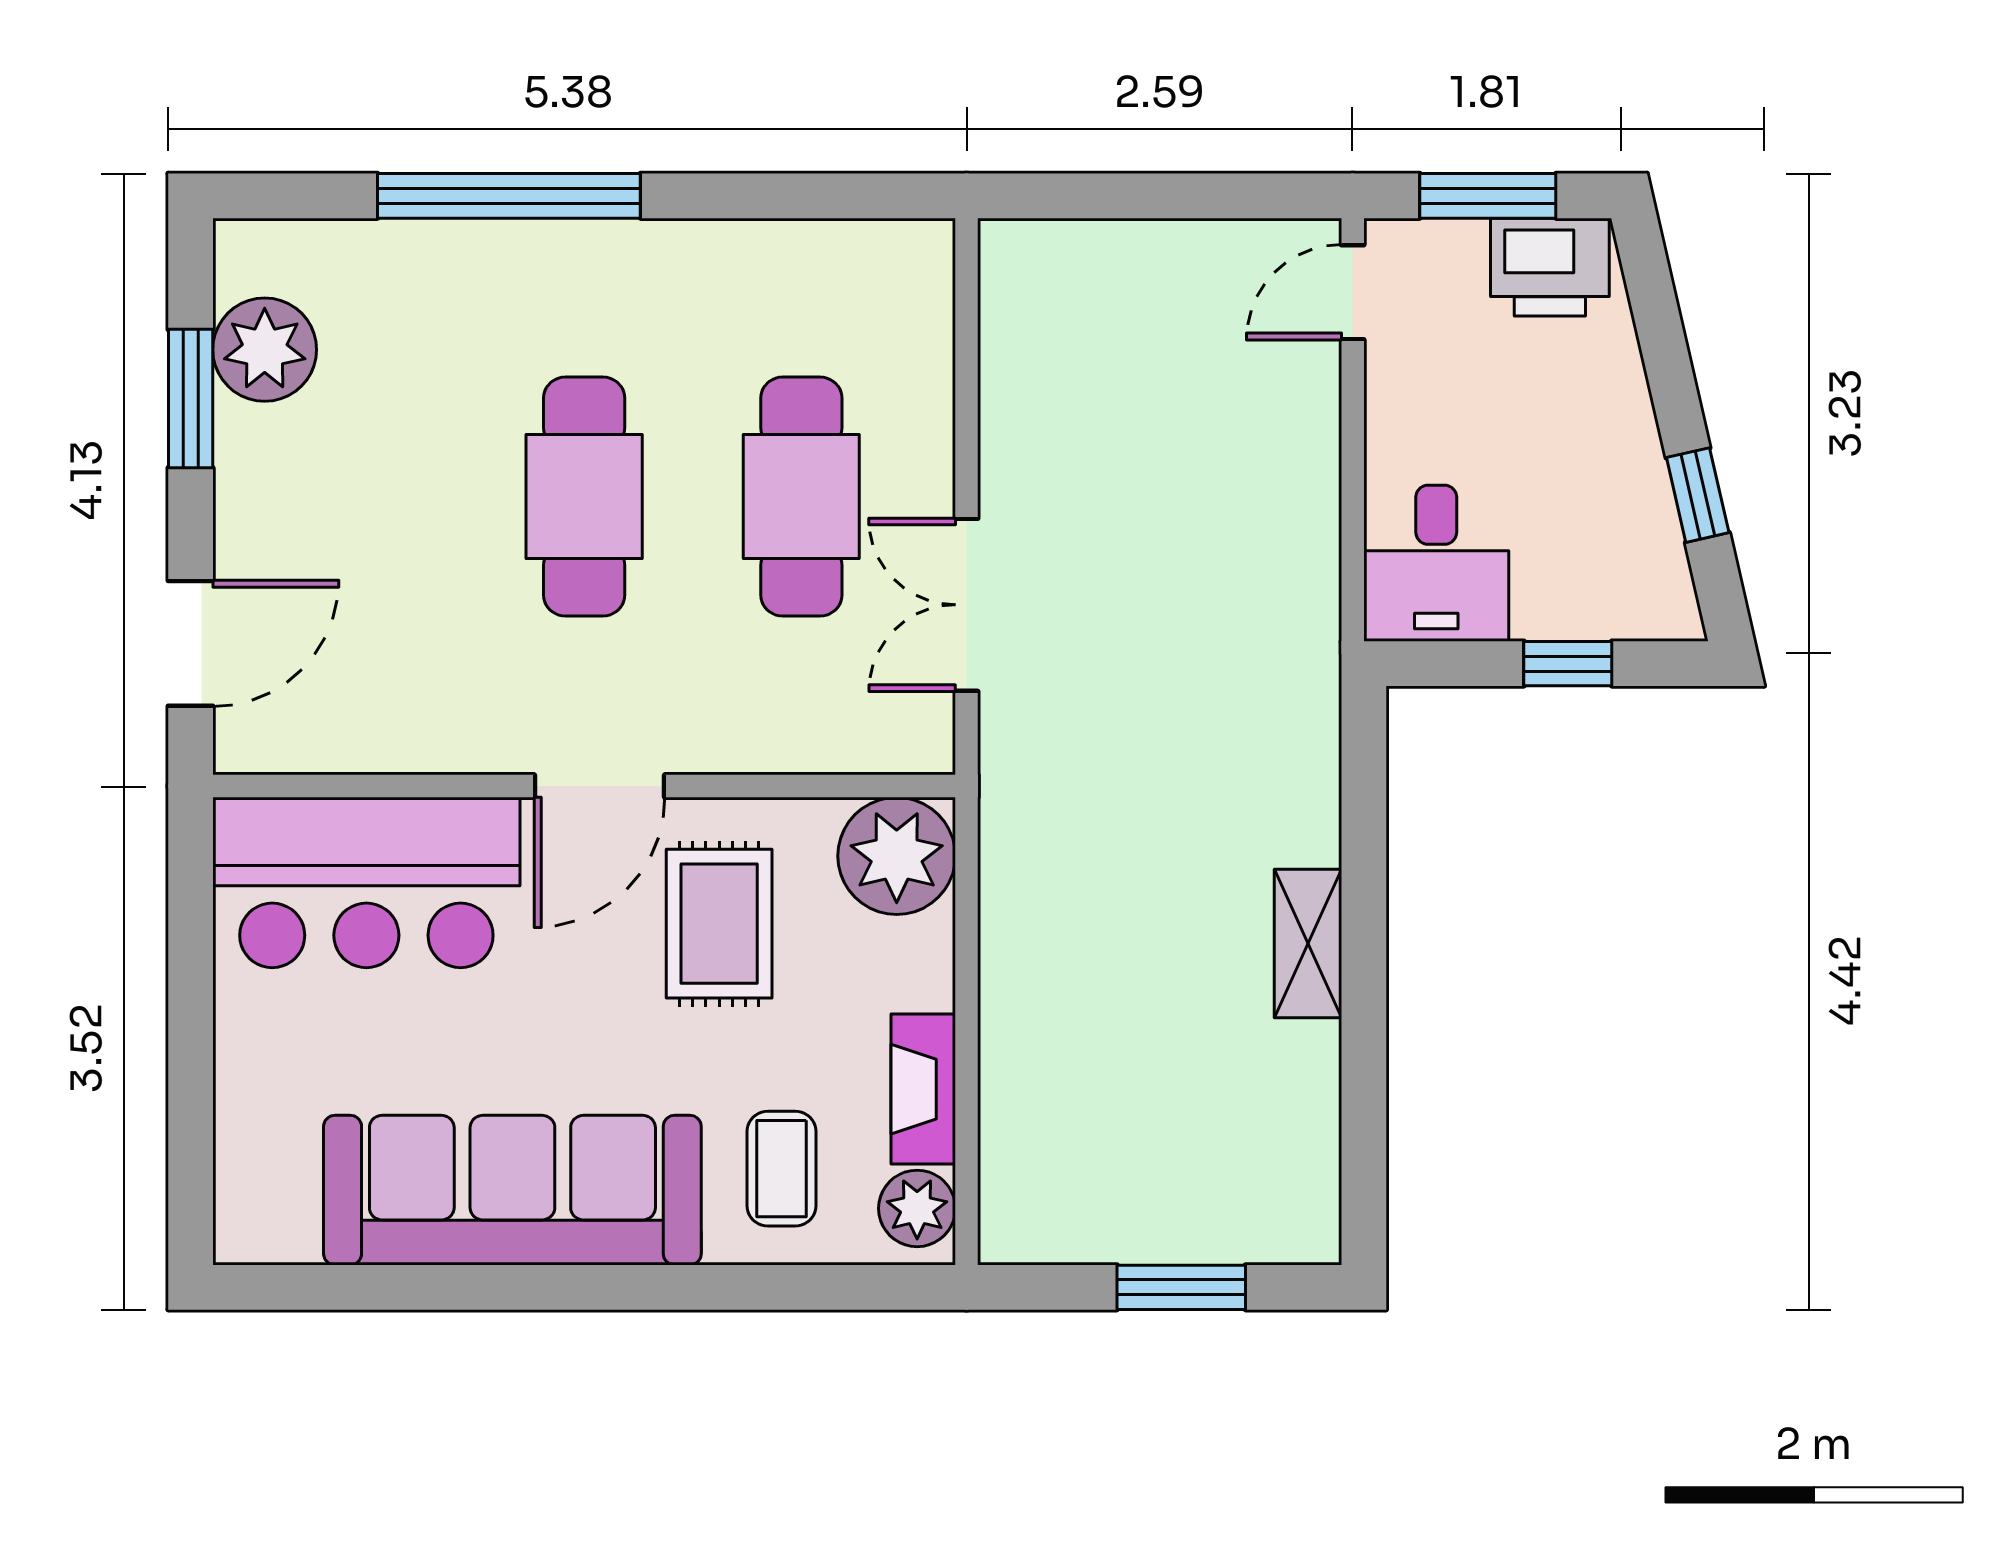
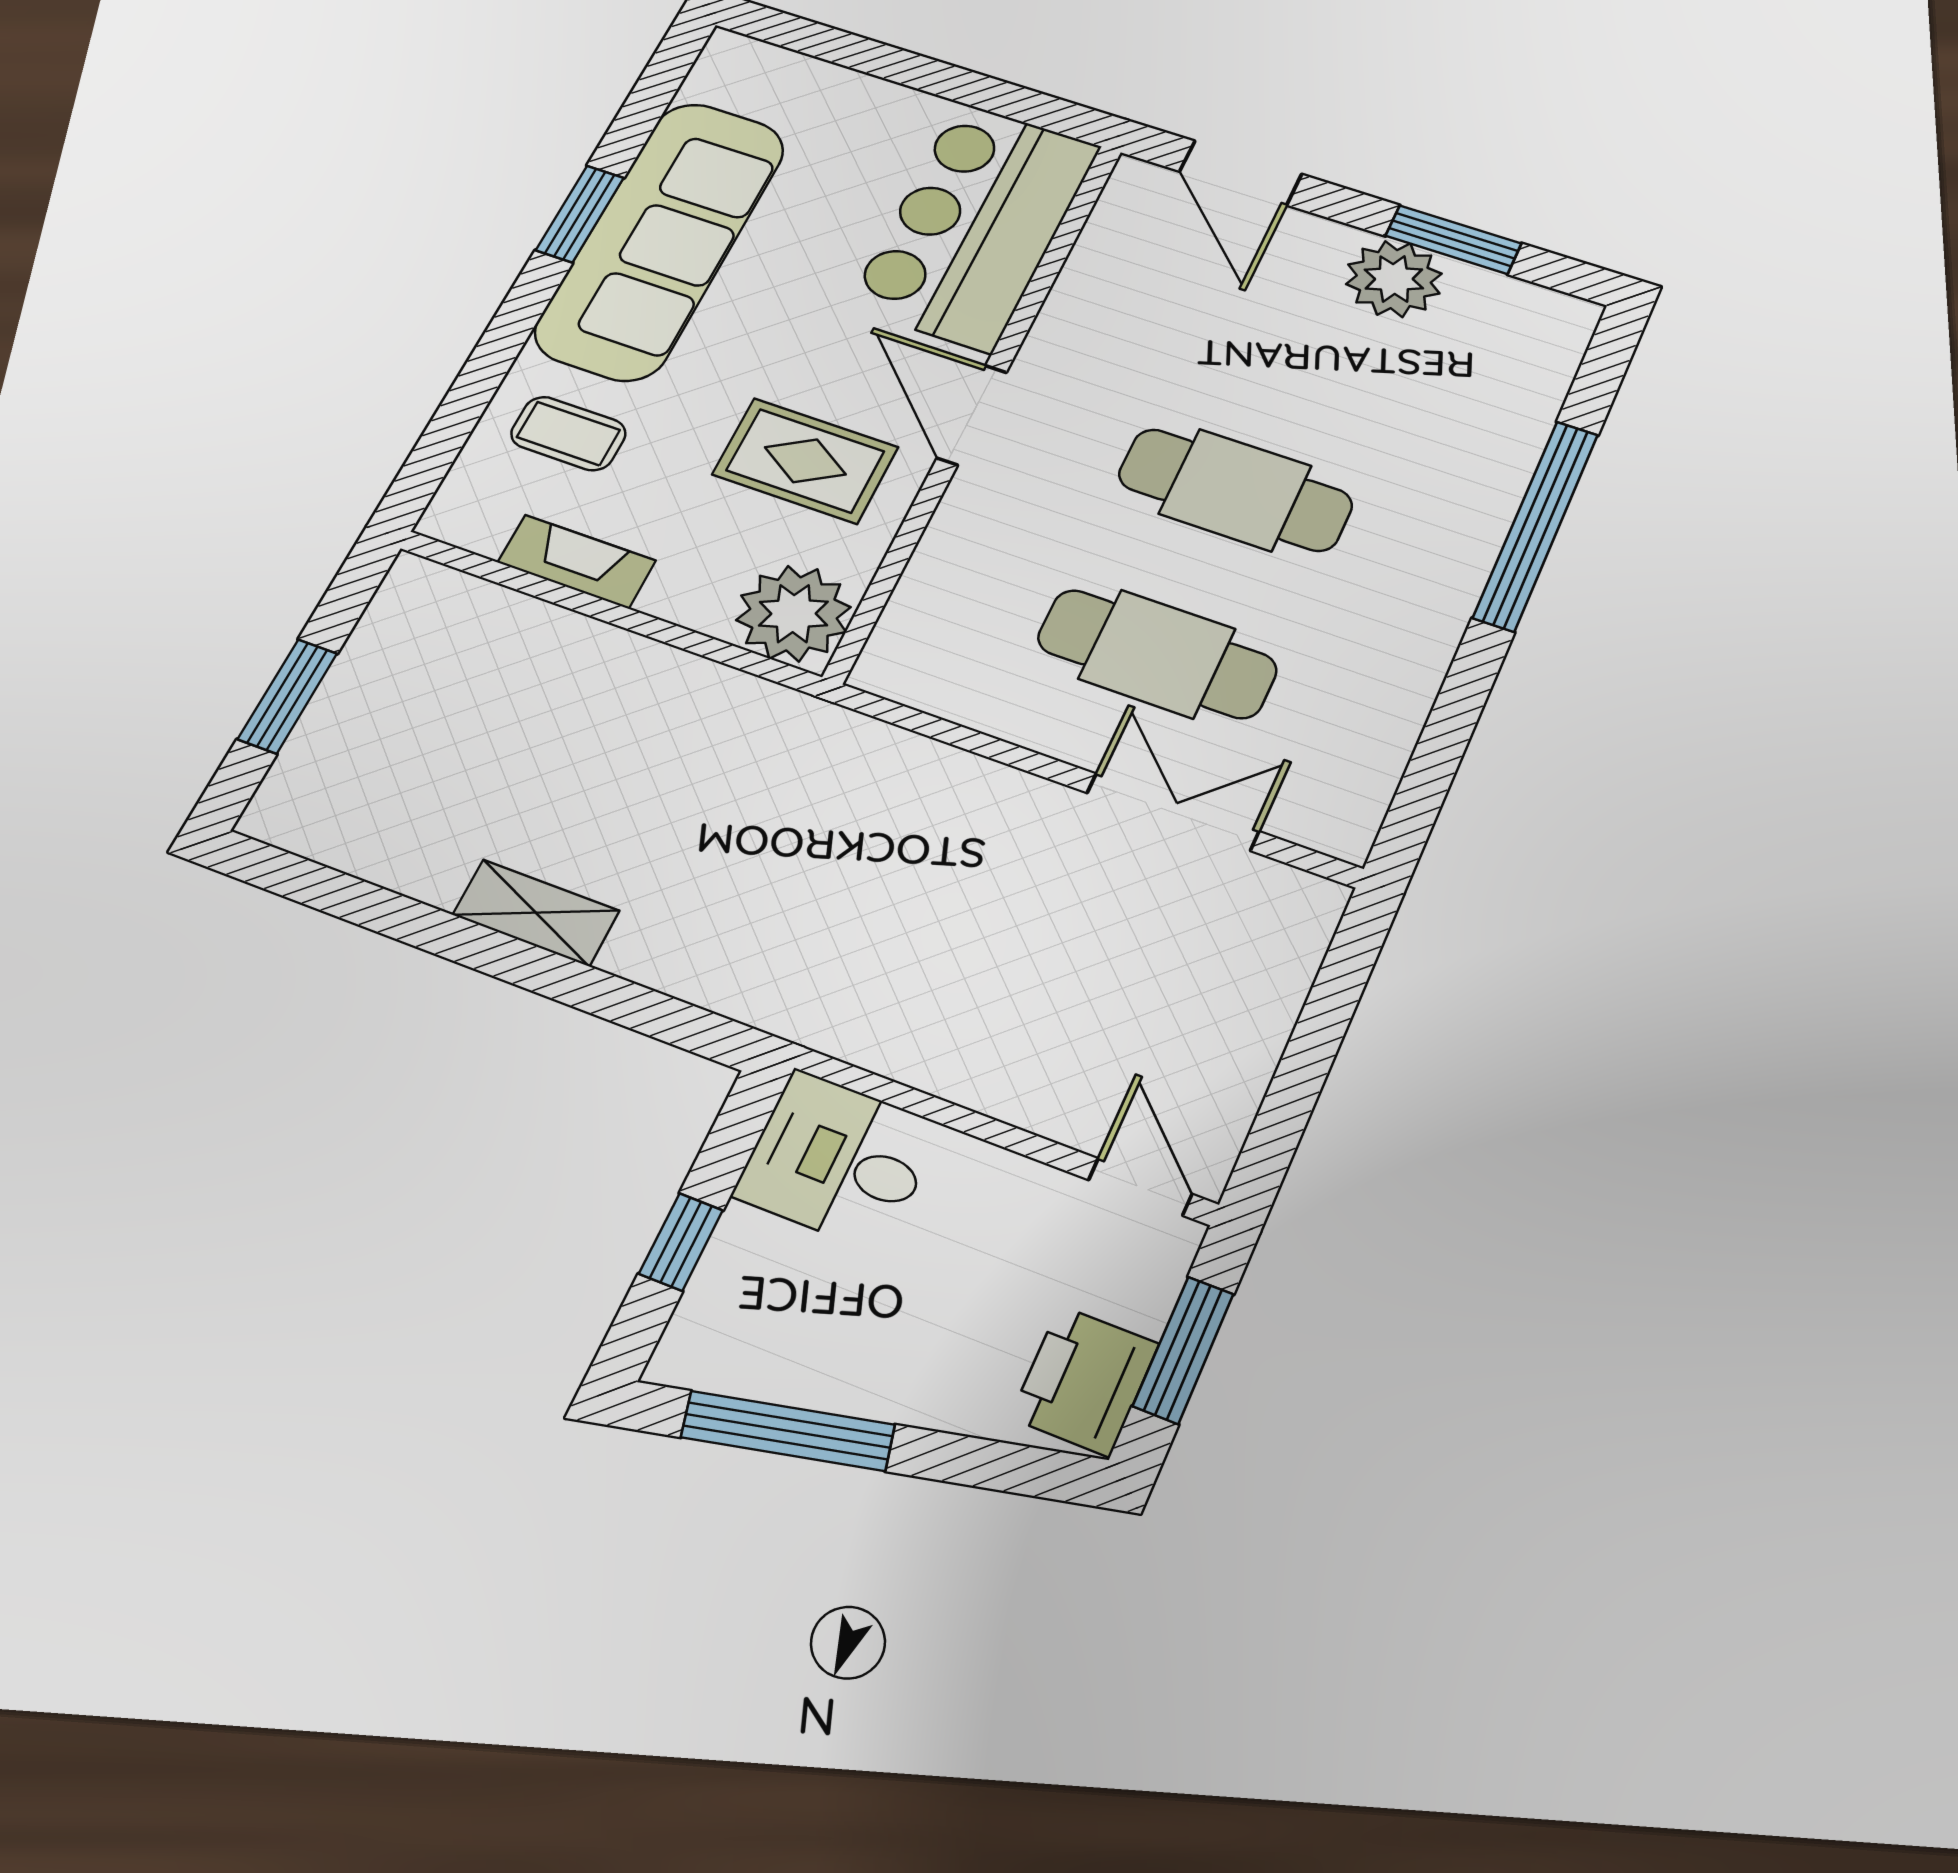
plant: (265, 350) -> (1394, 279), moved
window: (1698, 495) -> (788, 1431), width x2.17
double door: (967, 605) -> (1173, 812), moved
plant: (917, 1208) -> (476, 520), removed
window: (513, 1287) -> (580, 214), added

